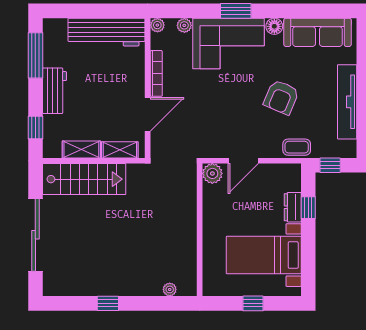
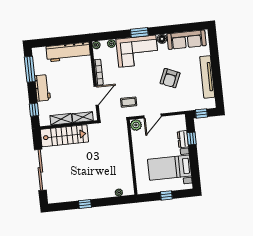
coffee table: (297, 147) -> (129, 102), moved

